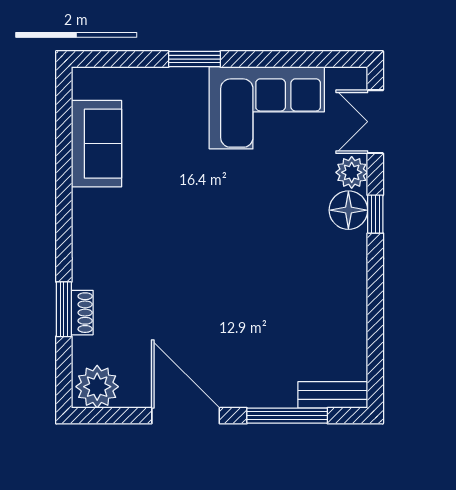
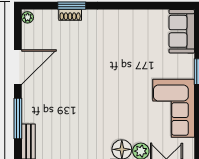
sofa: (97, 144) -> (182, 31), moved, turned 90
plant: (97, 387) -> (28, 17), width x0.53, depth x0.53

